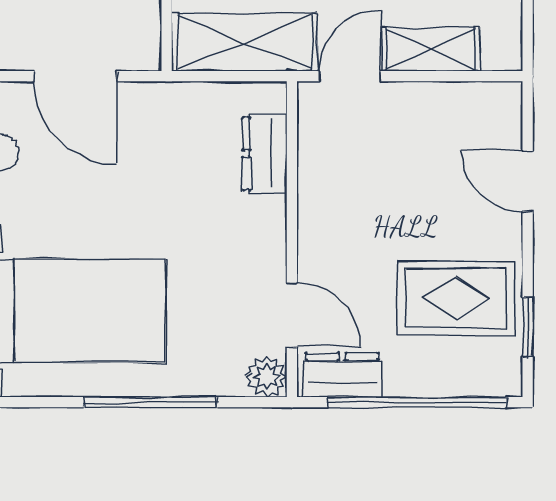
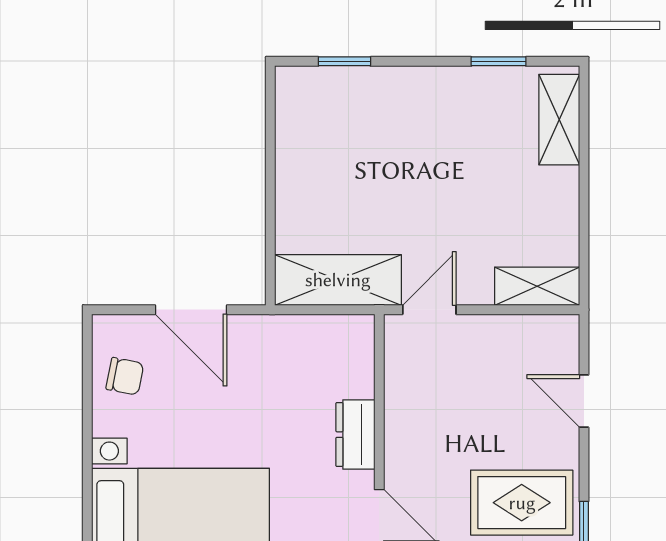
shelving: (431, 49) -> (537, 286), moved
dresser: (264, 154) -> (355, 435), moved

